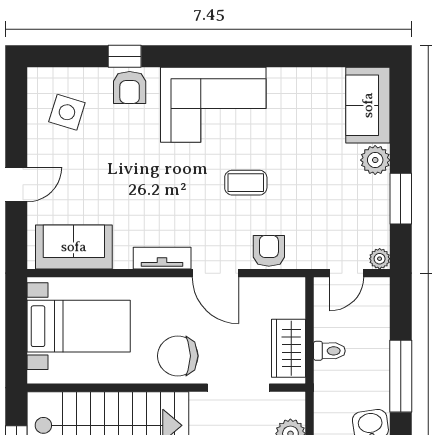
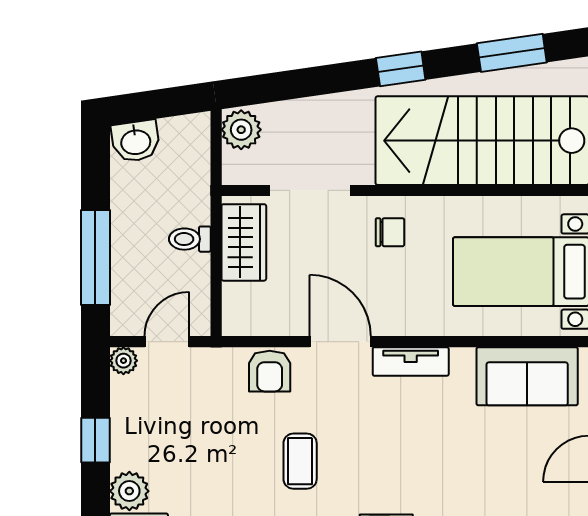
coffee table: (246, 183) -> (300, 461), turned 90
window: (401, 199) -> (95, 440), width x0.67
chair: (178, 356) -> (390, 232), width x0.54, depth x0.54
window: (401, 376) -> (95, 257), moved

